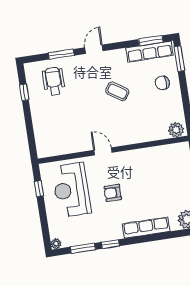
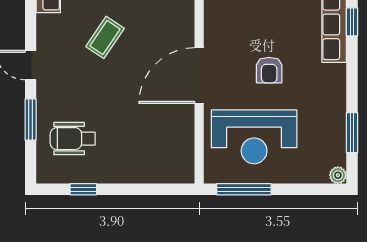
door: (103, 151) -> (199, 76), width x1.88
window: (39, 189) -> (244, 189), width x2.17
window: (110, 244) -> (352, 22), moved

